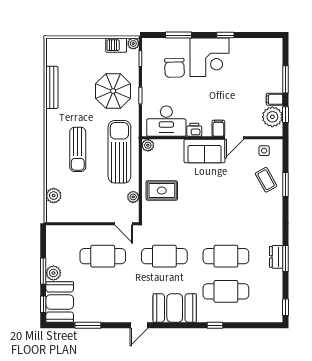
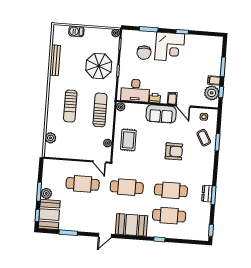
barbecue: (116, 45) -> (76, 31), moved
door: (234, 138) -> (183, 106), hinge flipped
sun lounger: (119, 152) -> (100, 110), width x0.73, depth x0.75
rug: (162, 190) -> (128, 140), turned 90
armchair: (226, 202) -> (174, 151), added

